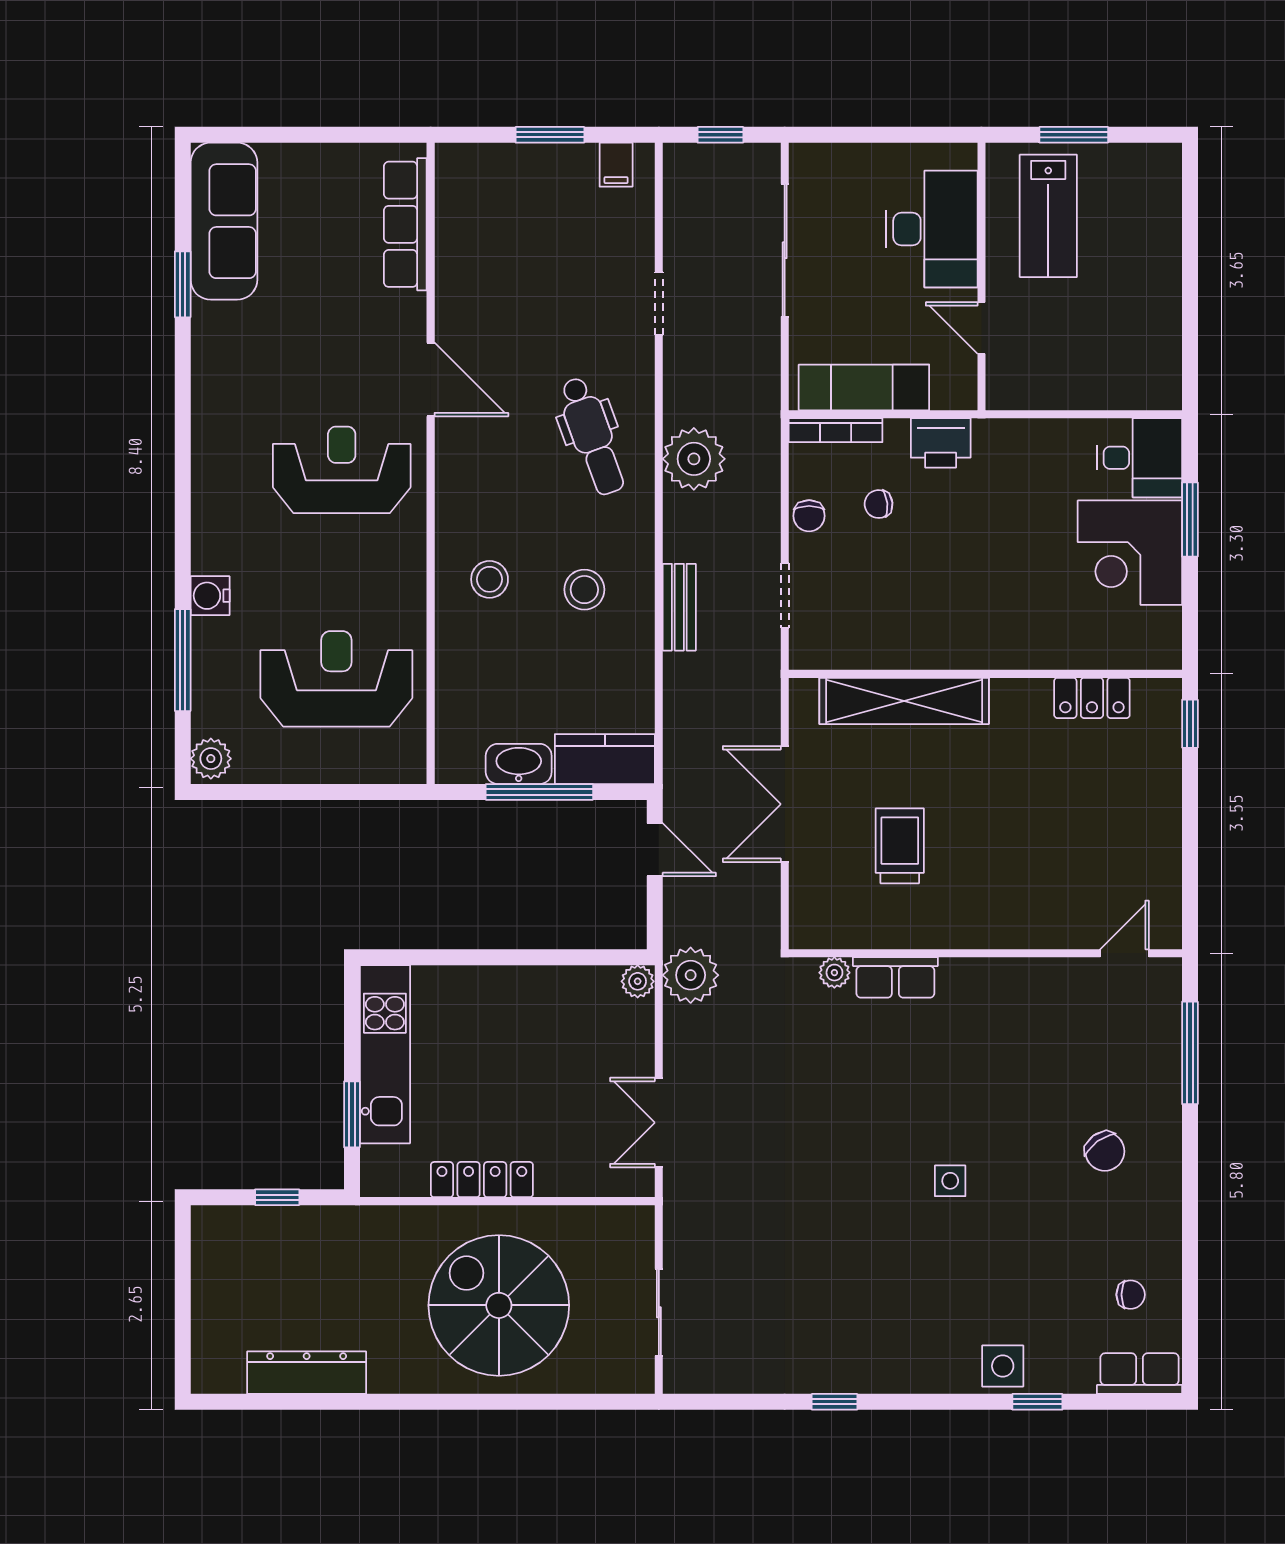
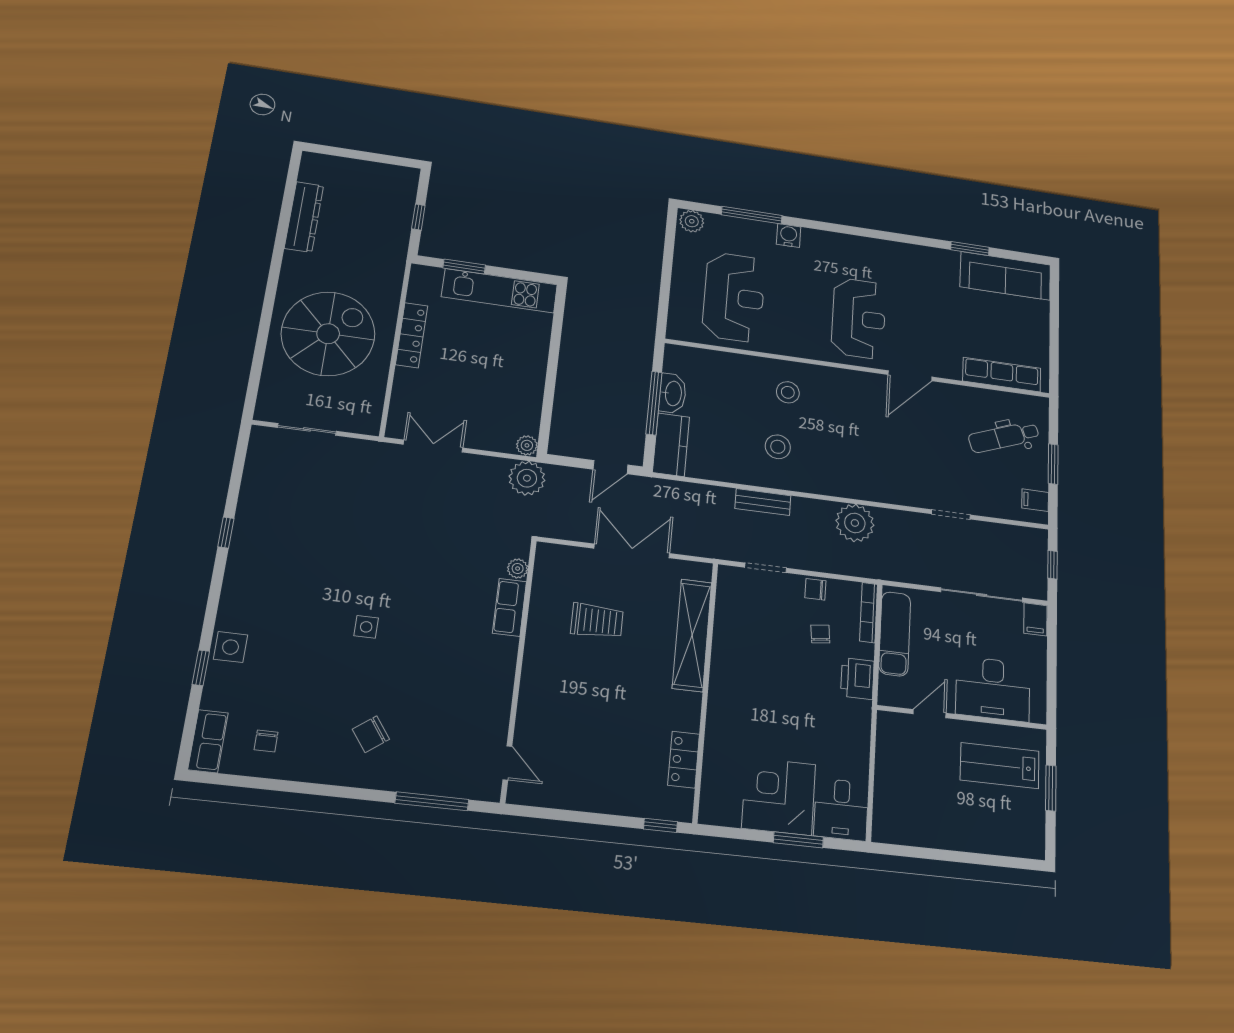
filing cabinet: (813, 162) -> (1035, 619), added
dental chair: (592, 436) -> (1004, 437), moved

